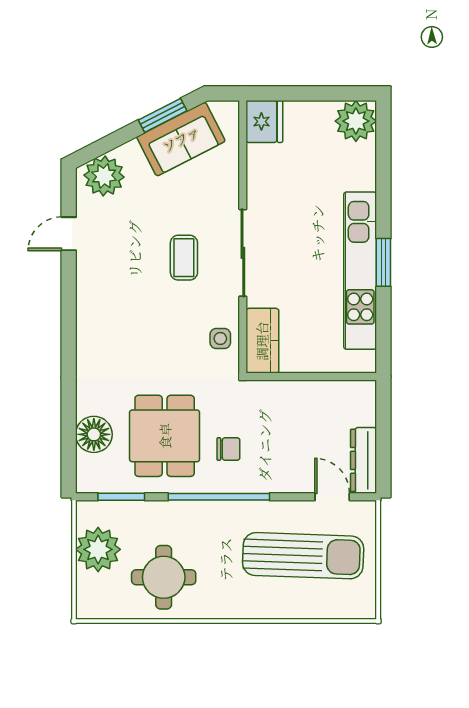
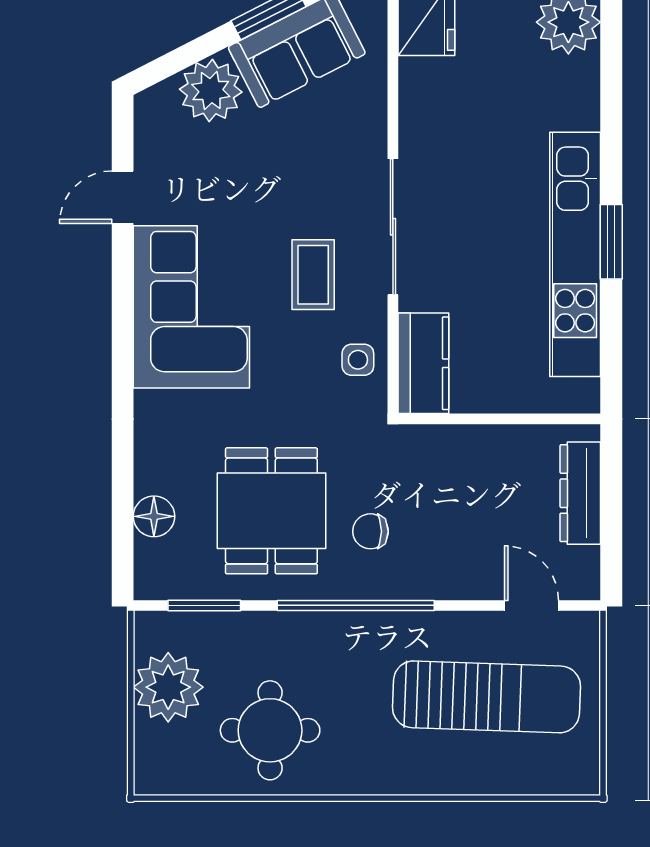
plant: (104, 176) -> (211, 91), moved
coffee table: (184, 258) -> (313, 275), moved
corner sofa: (113, 304) -> (191, 307), added
floor lamp: (94, 434) -> (154, 516), width x0.73, depth x0.73
chair: (228, 449) -> (370, 531), turned 180
dresser: (364, 460) -> (580, 493), moved

